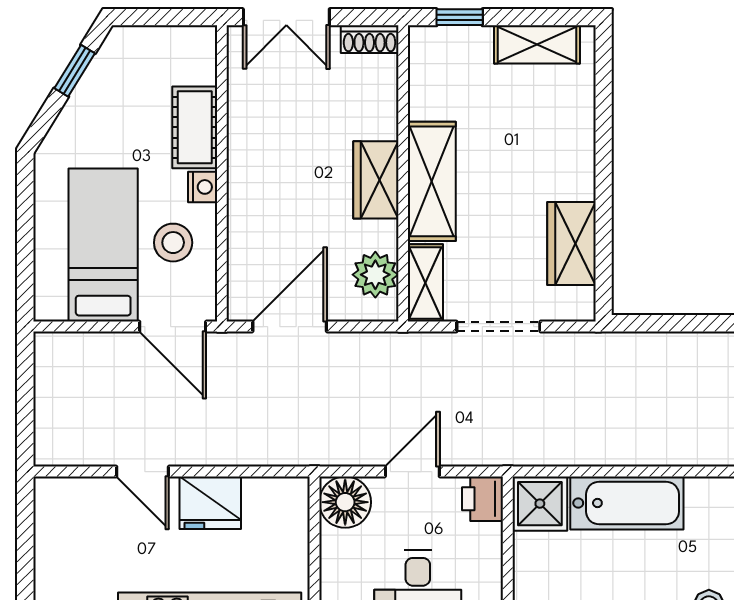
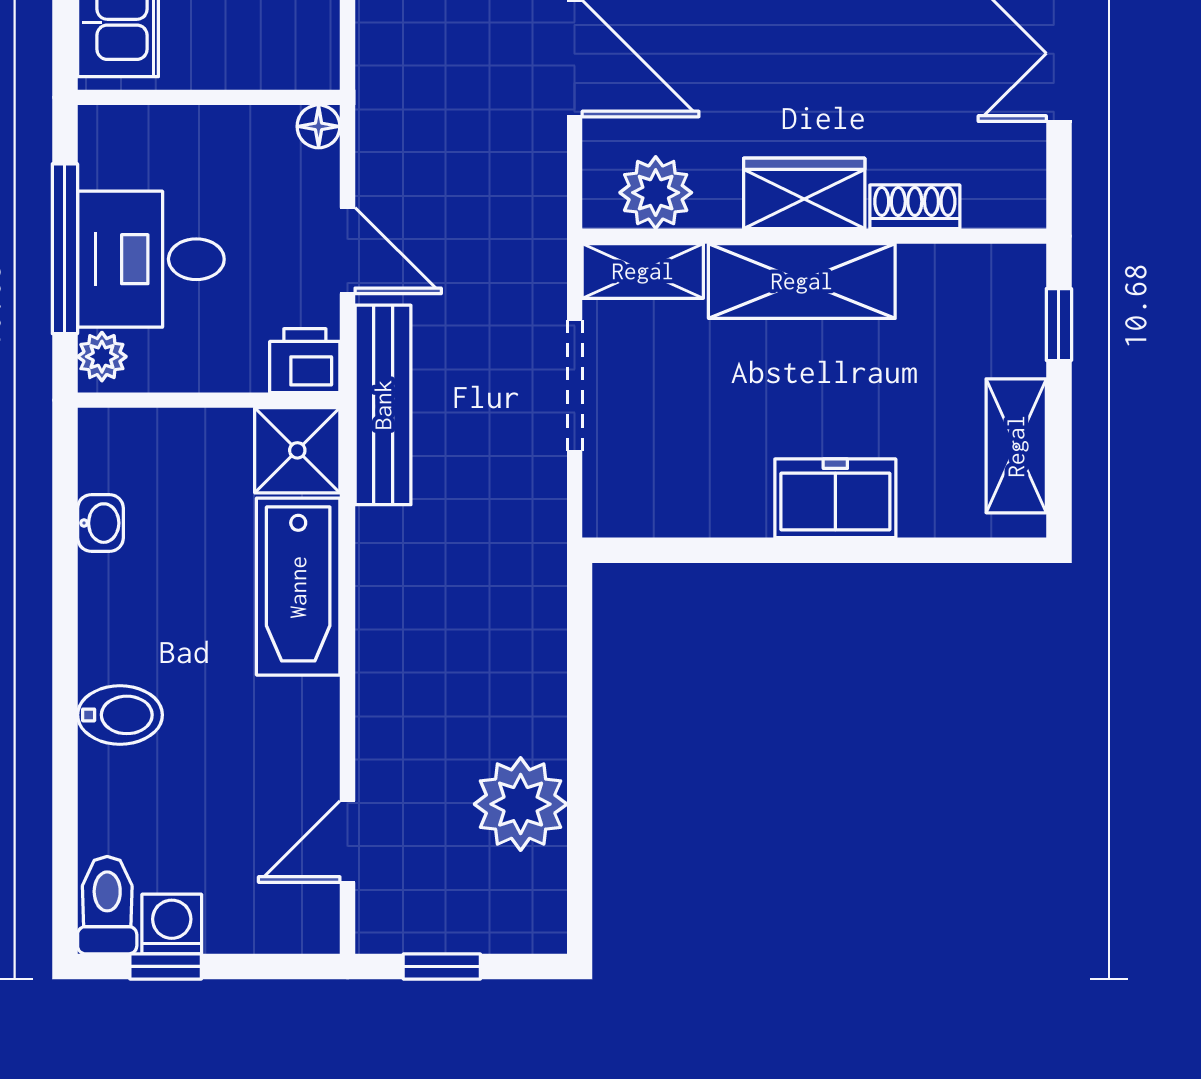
shoe rack: (370, 39) -> (915, 207), moved, turned 90
freezer: (570, 160) -> (835, 498), added
wardrobe: (571, 243) -> (705, 500), removed
bench: (511, 449) -> (383, 405), added
floor lamp: (345, 502) -> (319, 126), width x0.53, depth x0.53

